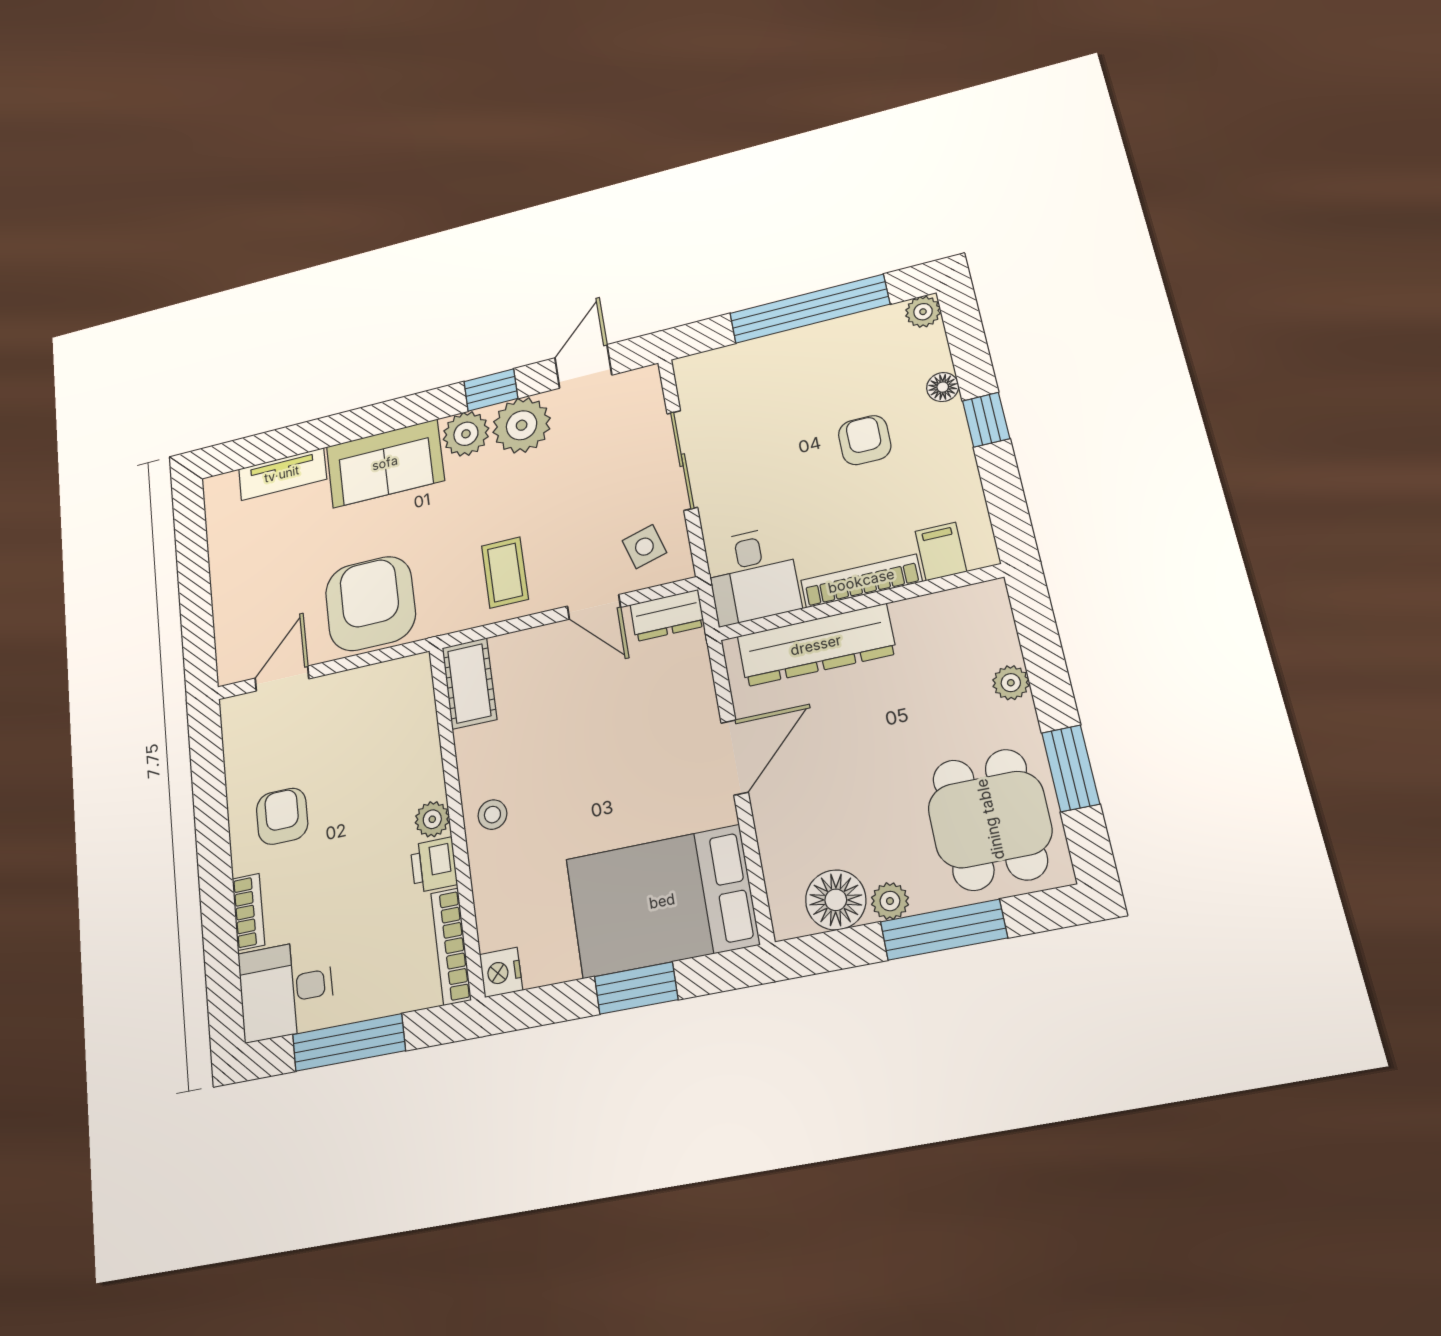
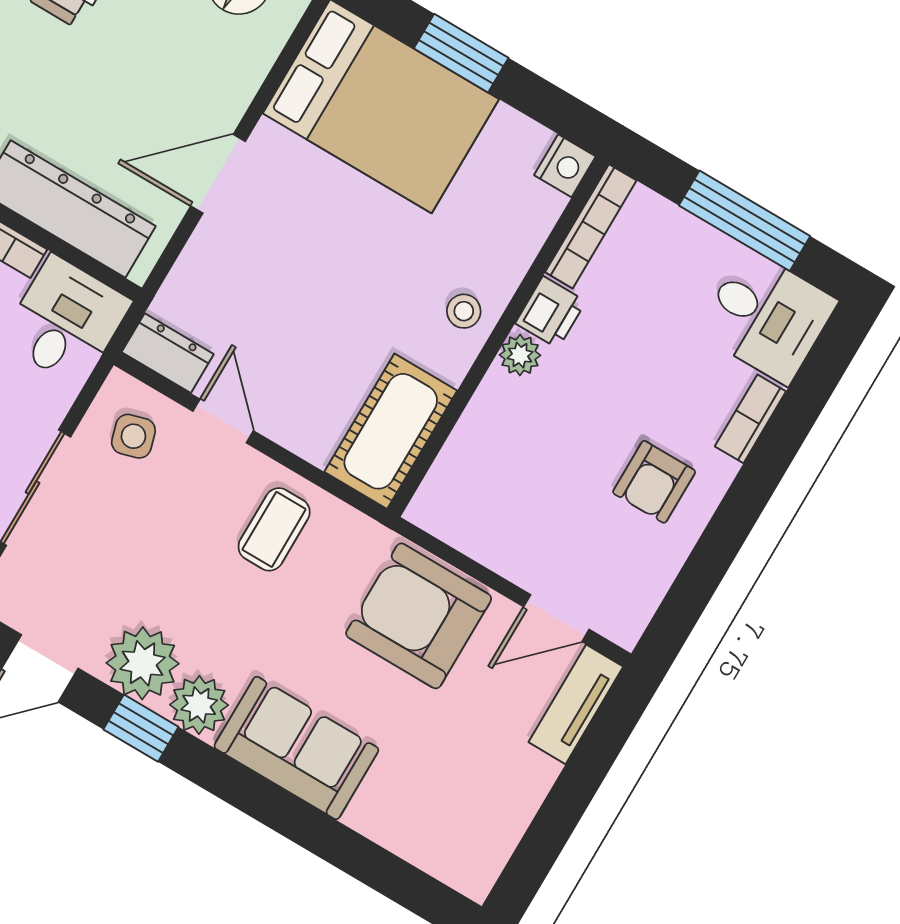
tv unit: (282, 474) -> (576, 704), moved, turned -90
armchair: (370, 603) -> (419, 616), turned 90
cot: (469, 683) -> (391, 431), width x1.37, depth x1.34

